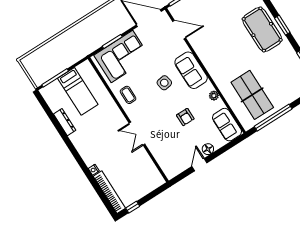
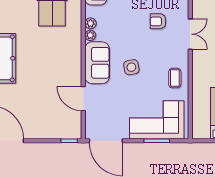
door: (179, 30) -> (83, 99), moved
plant: (209, 87) -> (90, 35), added
armchair: (185, 117) -> (158, 21), moved, turned -90

